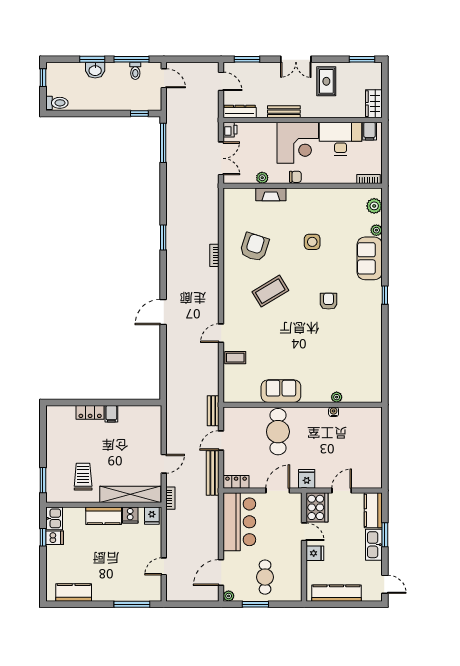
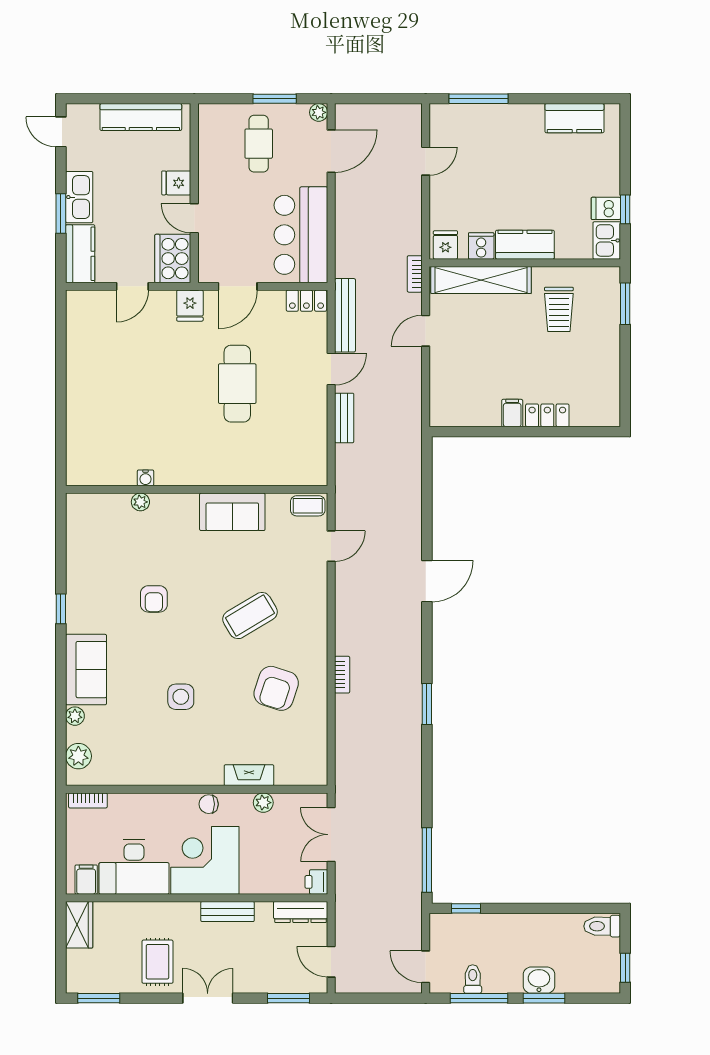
sofa: (281, 391) -> (232, 512), moved
plant: (337, 397) -> (140, 502), moved
wall: (303, 405) -> (197, 489), moved
water cooler: (334, 412) -> (146, 478), moved

